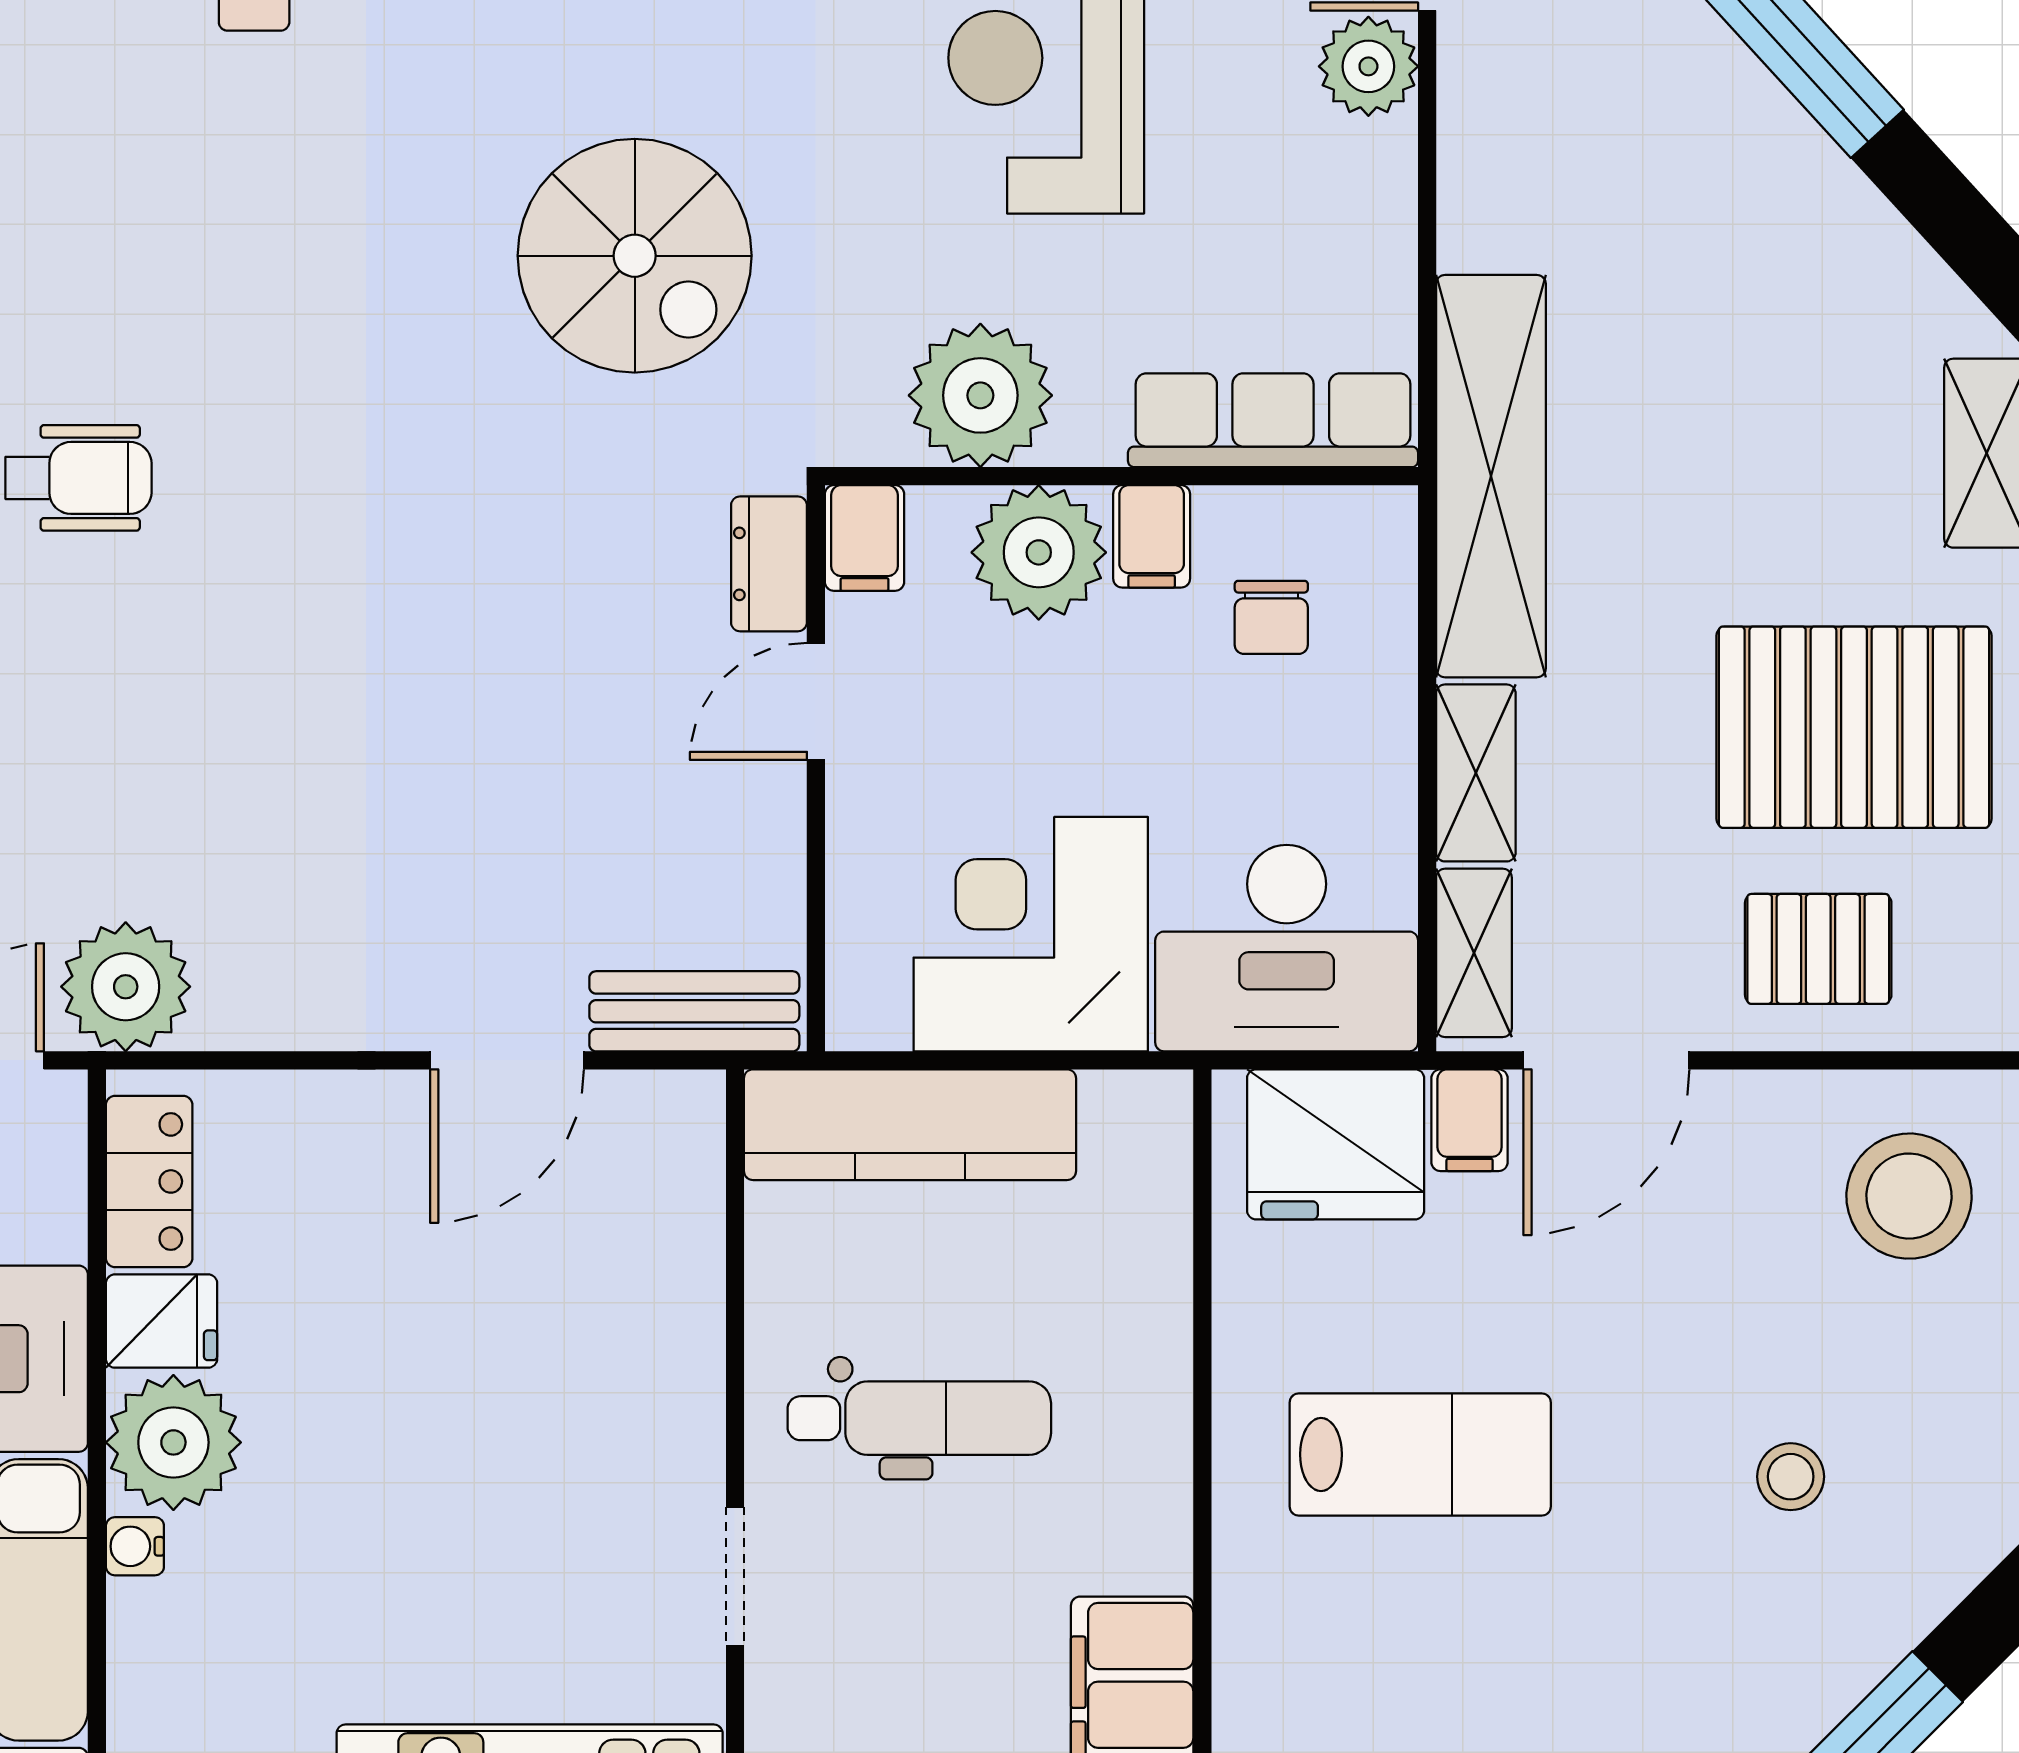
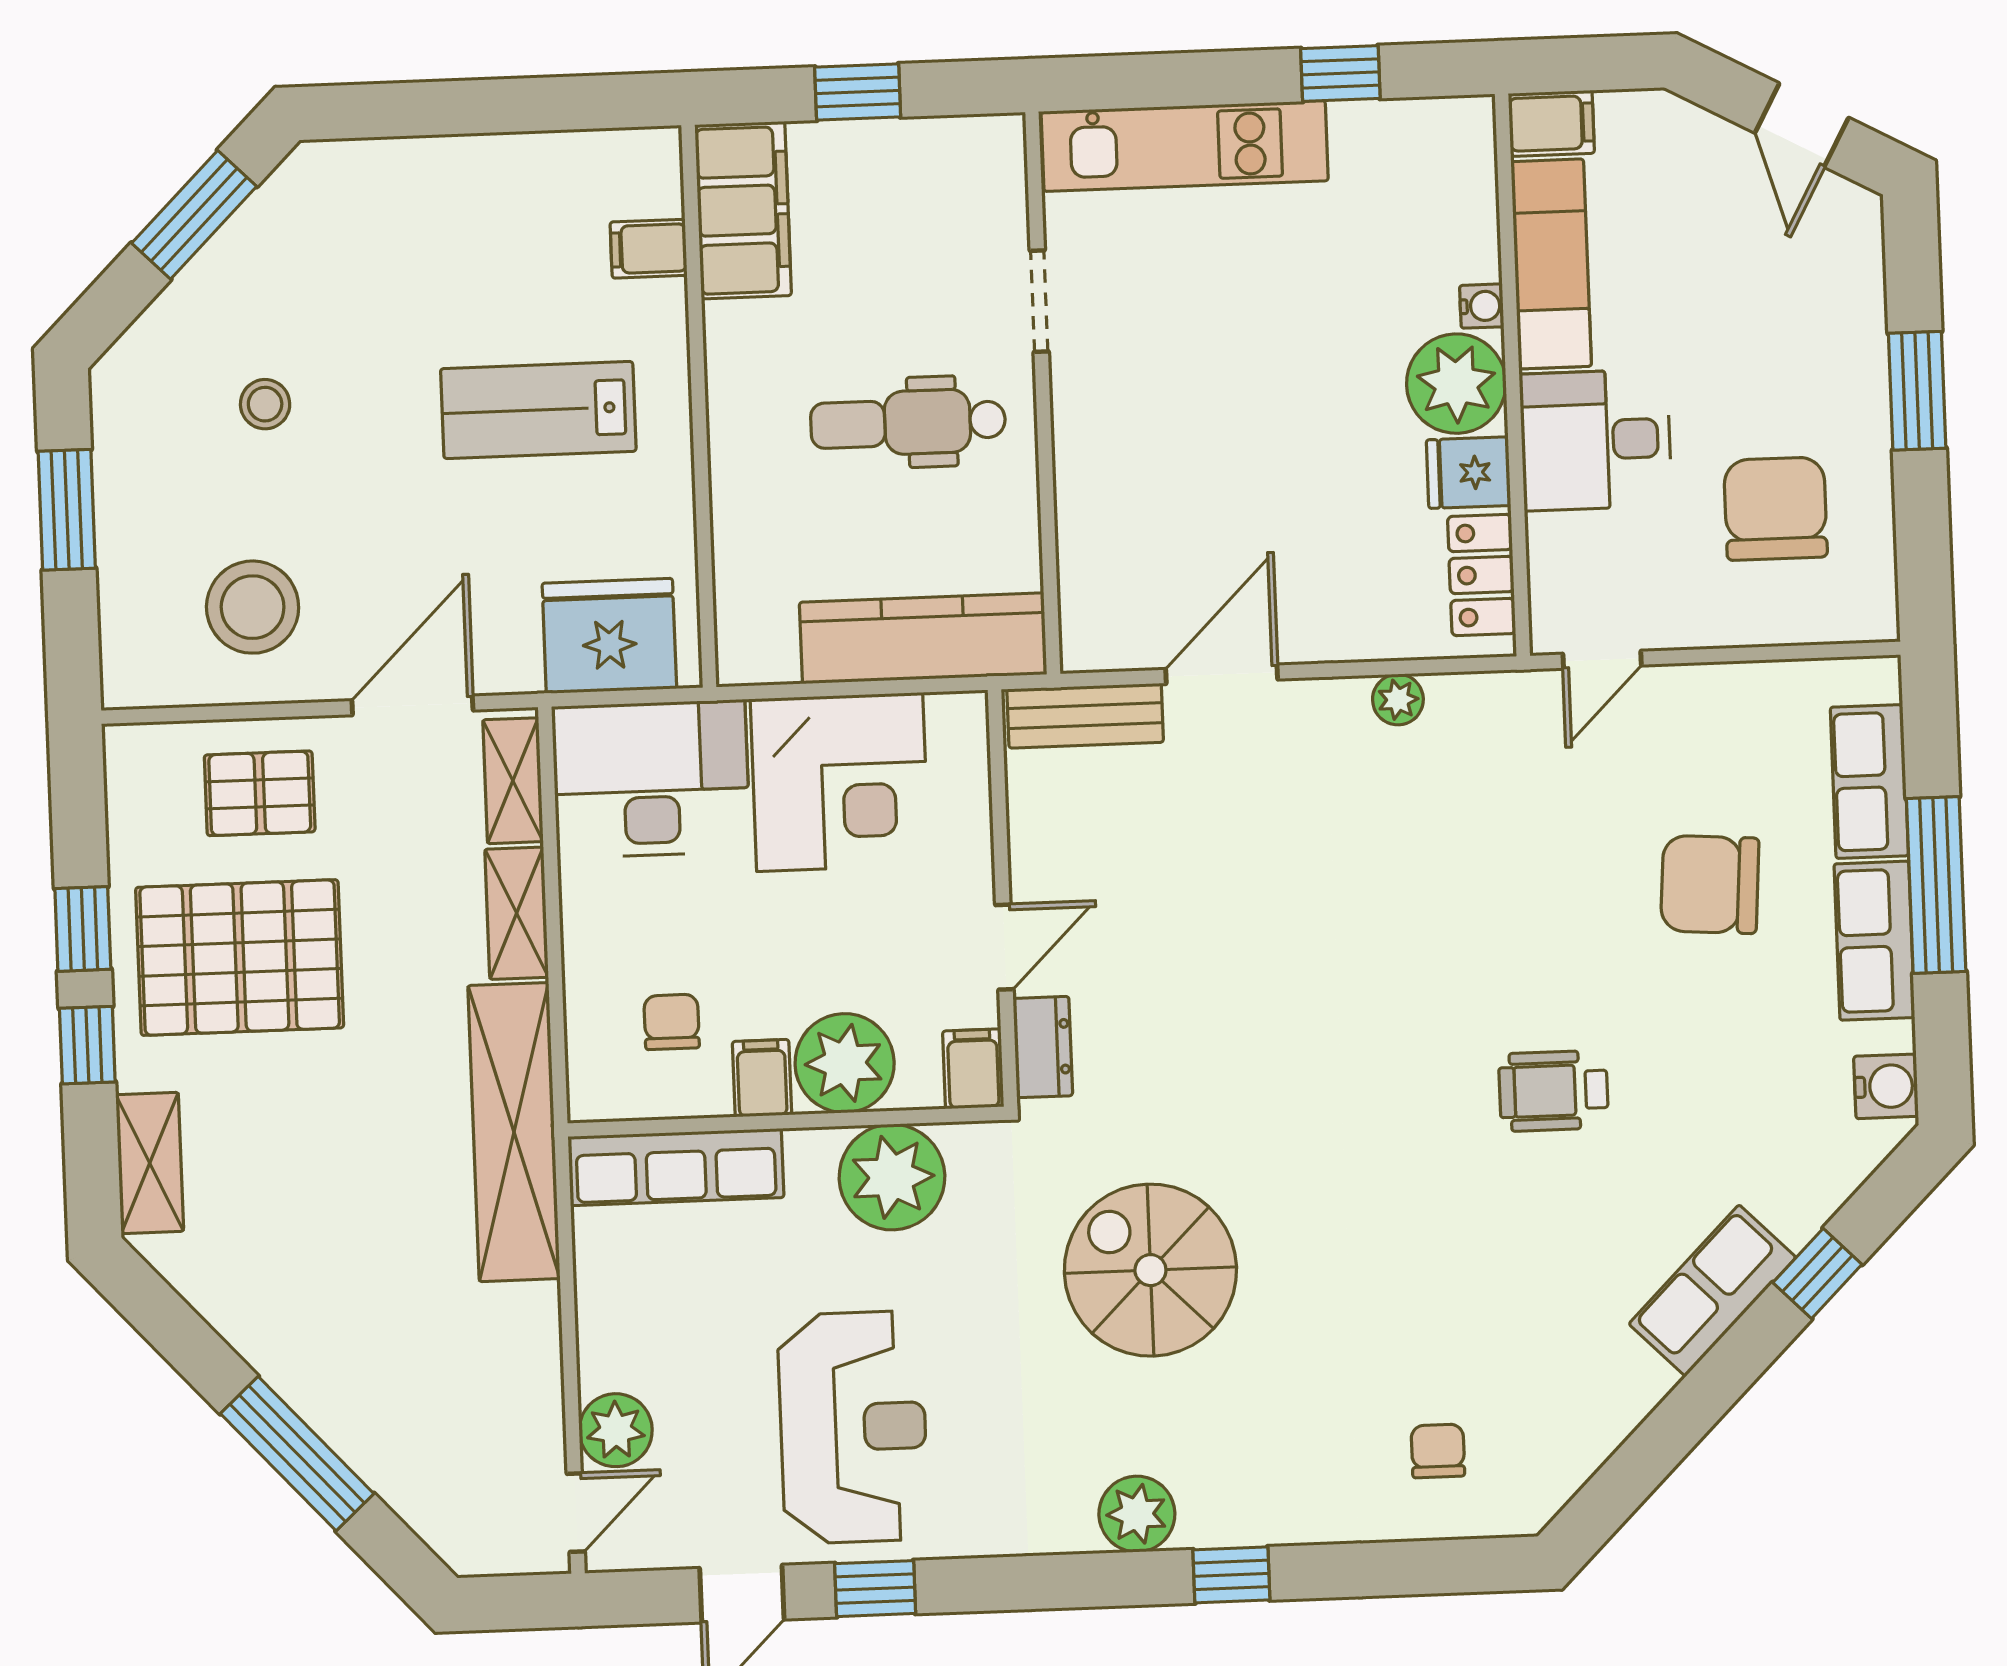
plant: (126, 987) -> (1398, 700), moved, width x0.53, depth x0.53
filing cabinet: (1470, 1120) -> (649, 249), moved, turned -90
stool: (1909, 1196) -> (253, 607), moved

